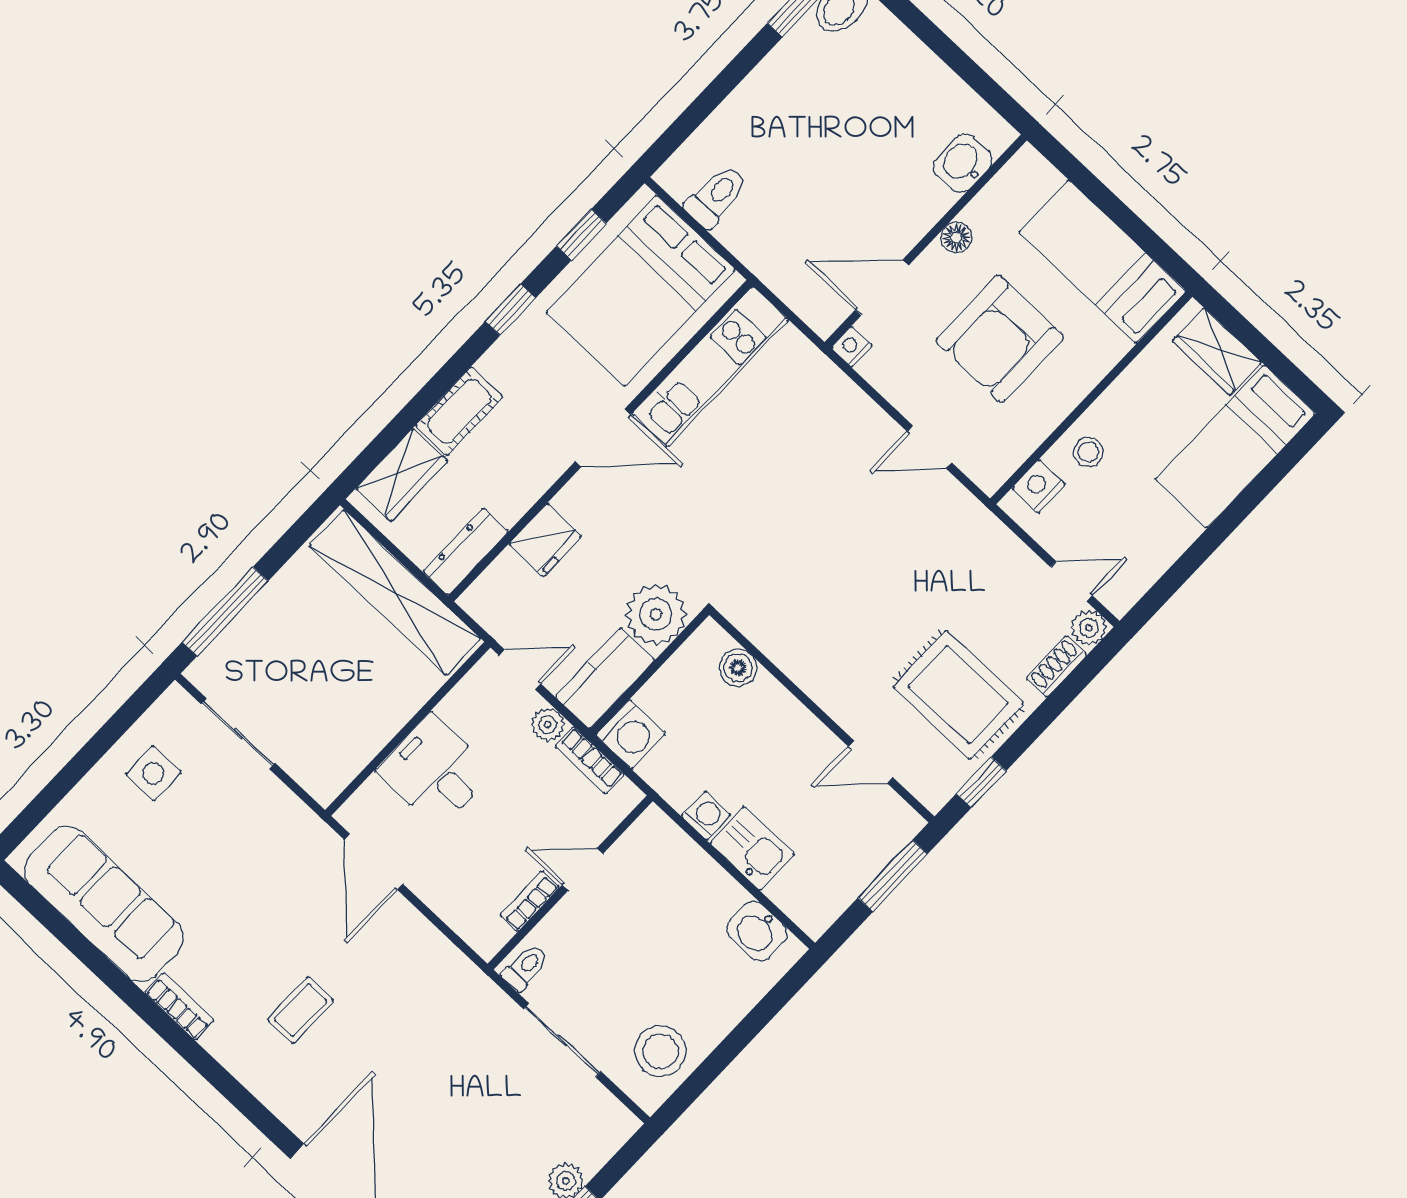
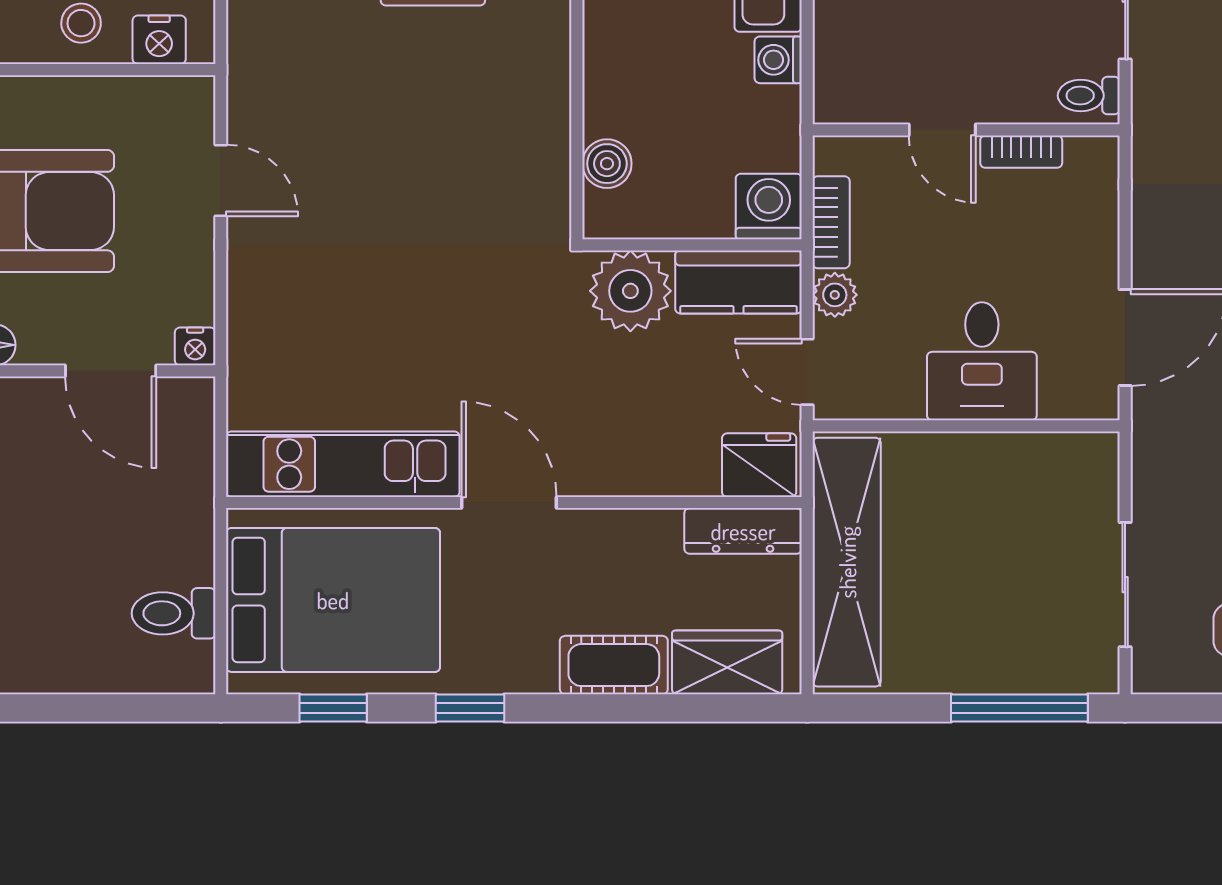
fridge: (545, 540) -> (759, 465), moved

